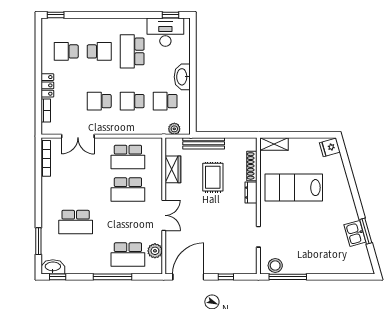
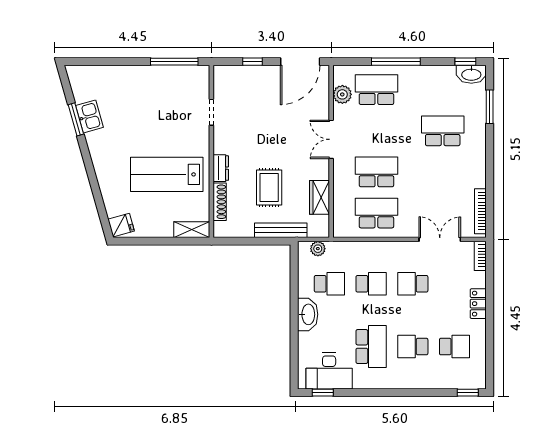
school desk: (99, 101) -> (413, 284), turned 180
bookcase: (46, 111) -> (480, 256), moved
lab bench: (294, 188) -> (167, 174), turned 180
stool: (275, 265) -> (190, 76), removed

